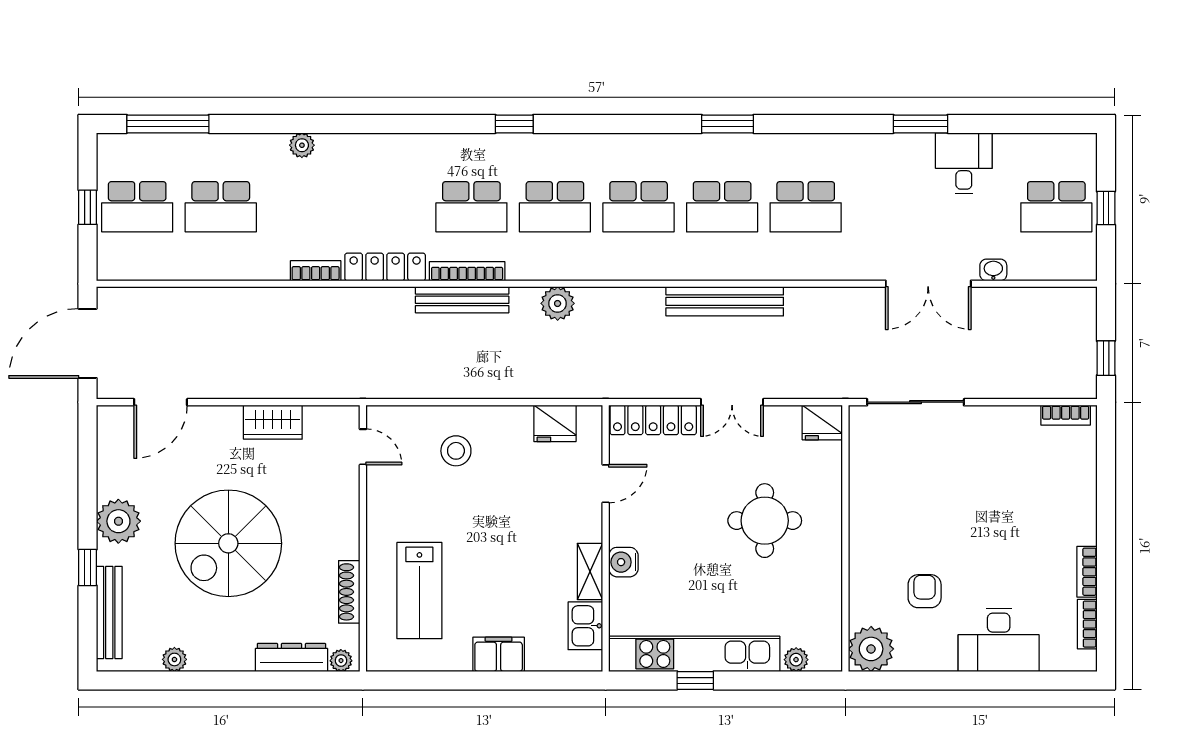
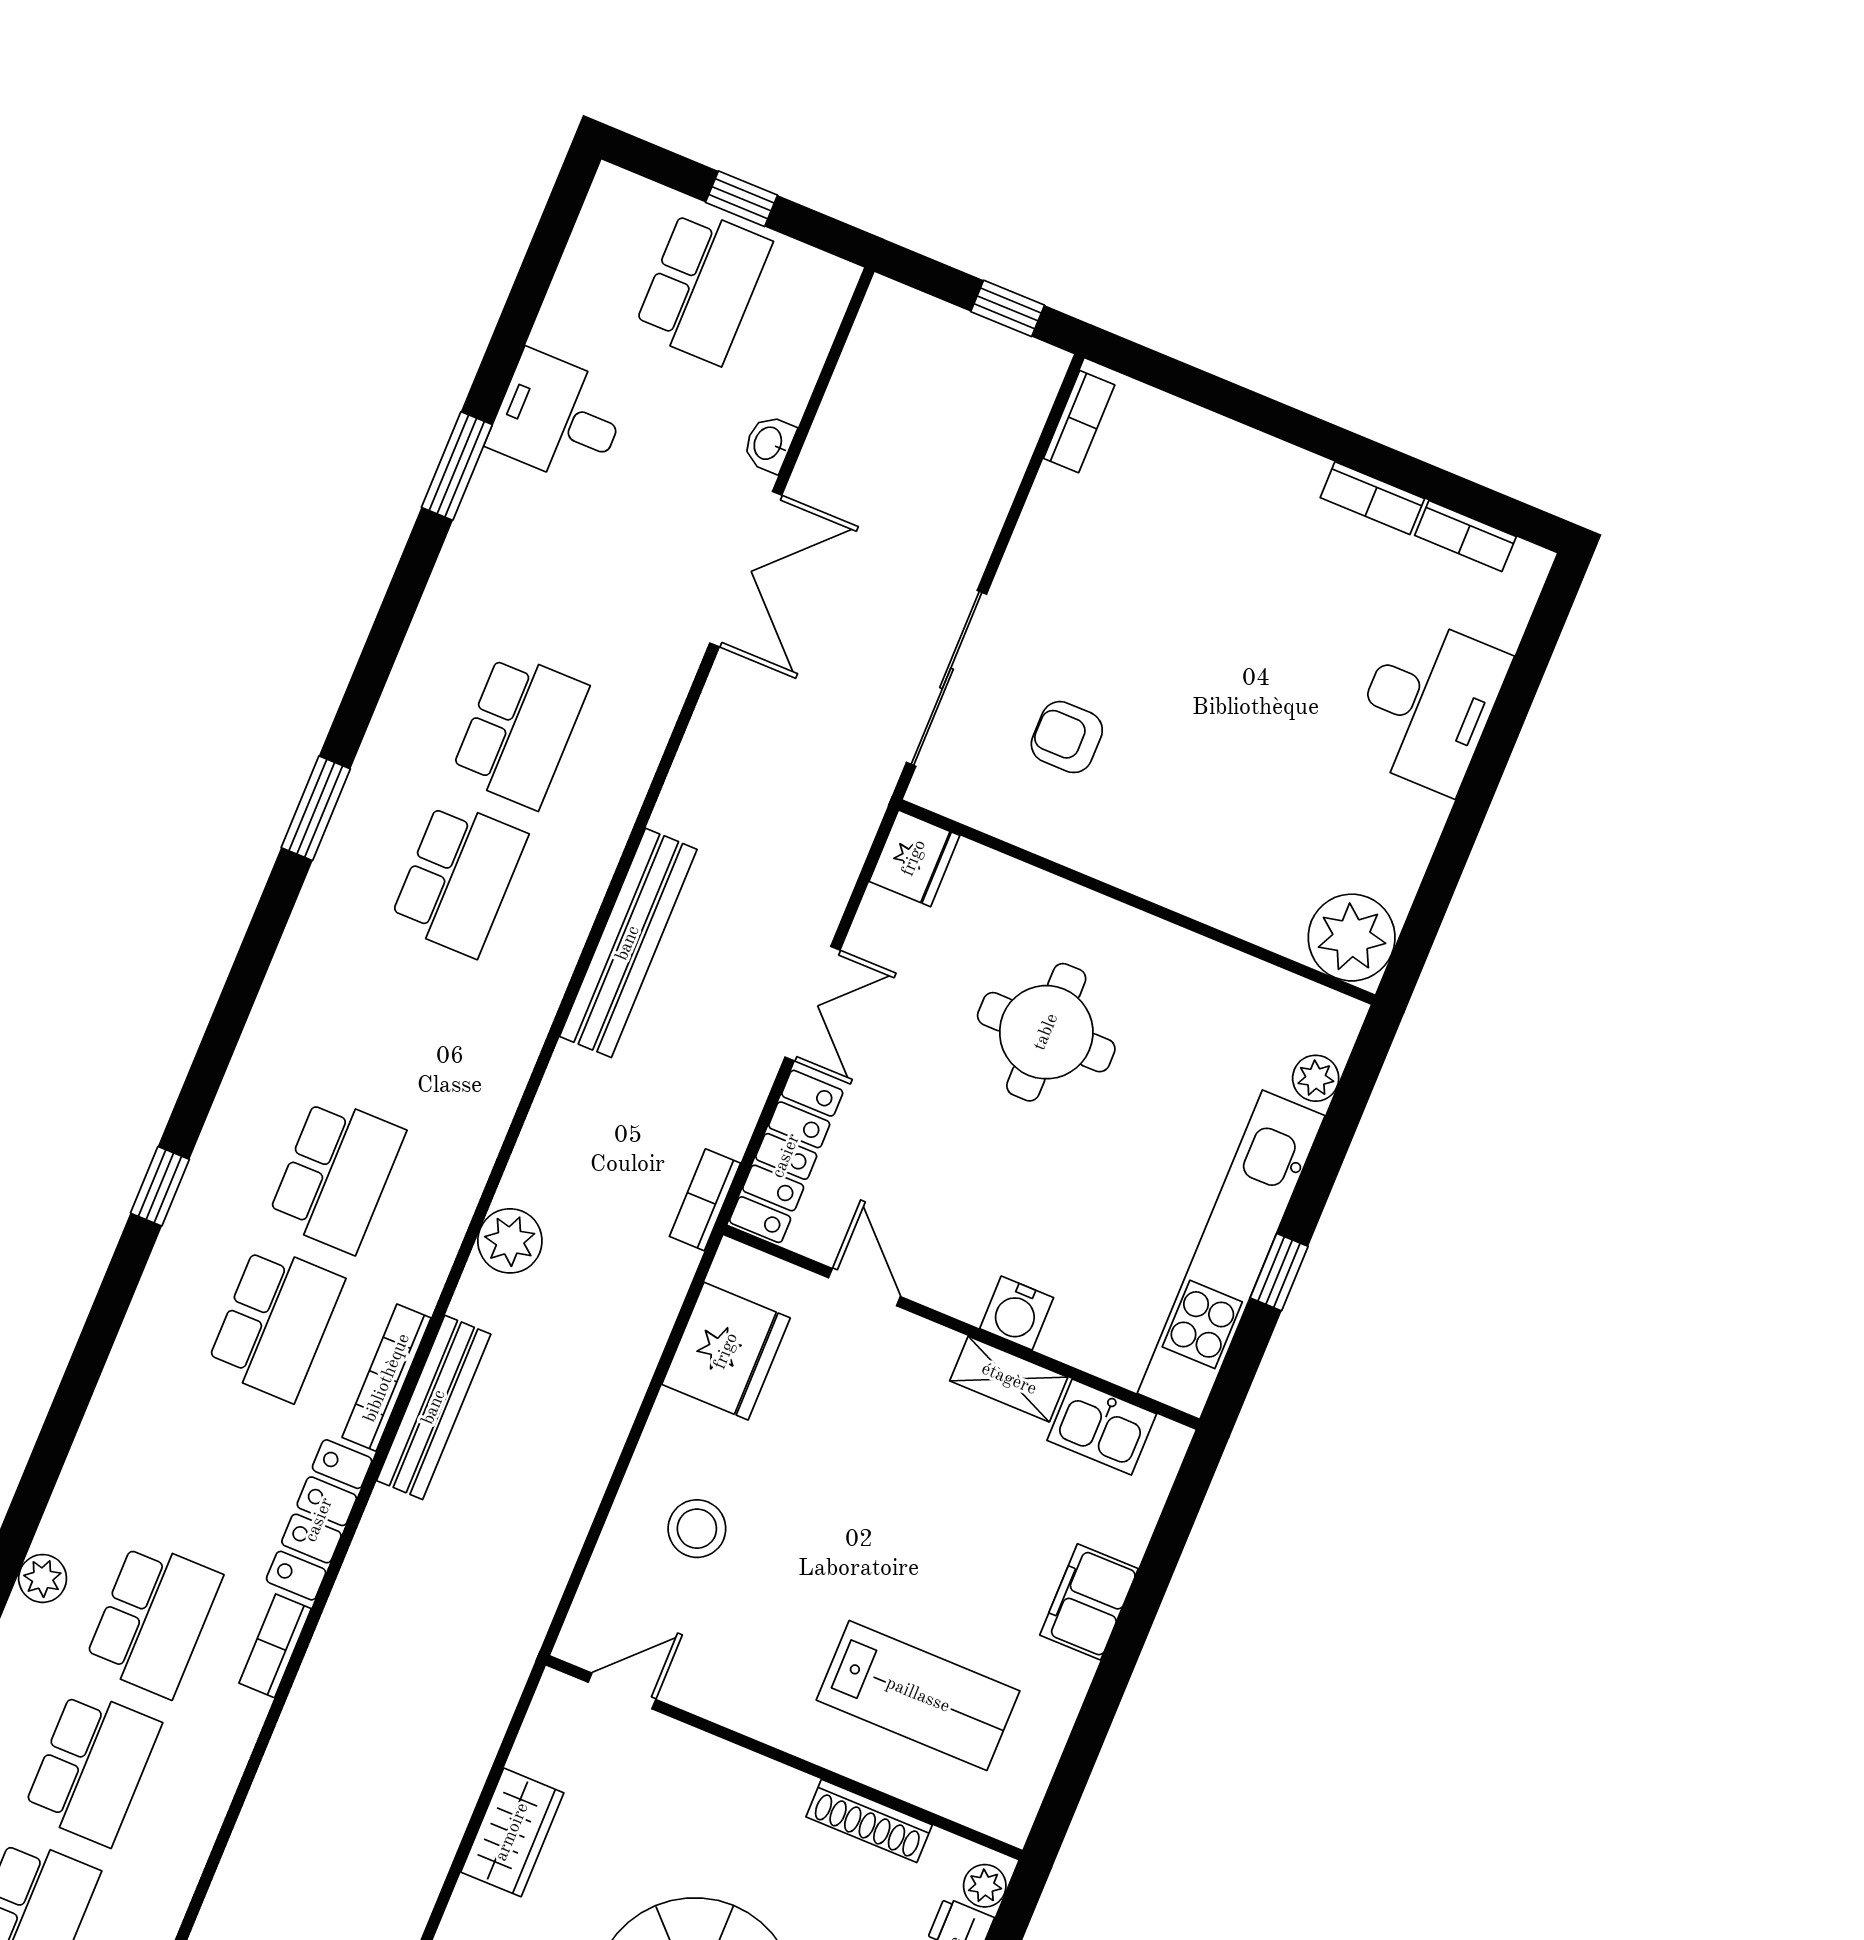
school desk: (639, 207) -> (153, 1619), moved
bookcase: (616, 389) -> (705, 1200), added
fridge: (555, 423) -> (726, 1351), width x1.36, depth x1.34
armchair: (925, 591) -> (1067, 737), moved

